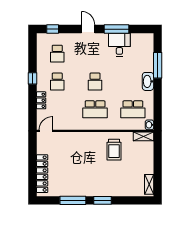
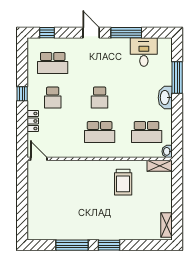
desk: (119, 45) -> (144, 52), moved
school desk: (57, 54) -> (53, 63), width x1.85
door: (46, 131) -> (39, 159), hinge flipped
locker: (42, 174) -> (34, 212), removed

